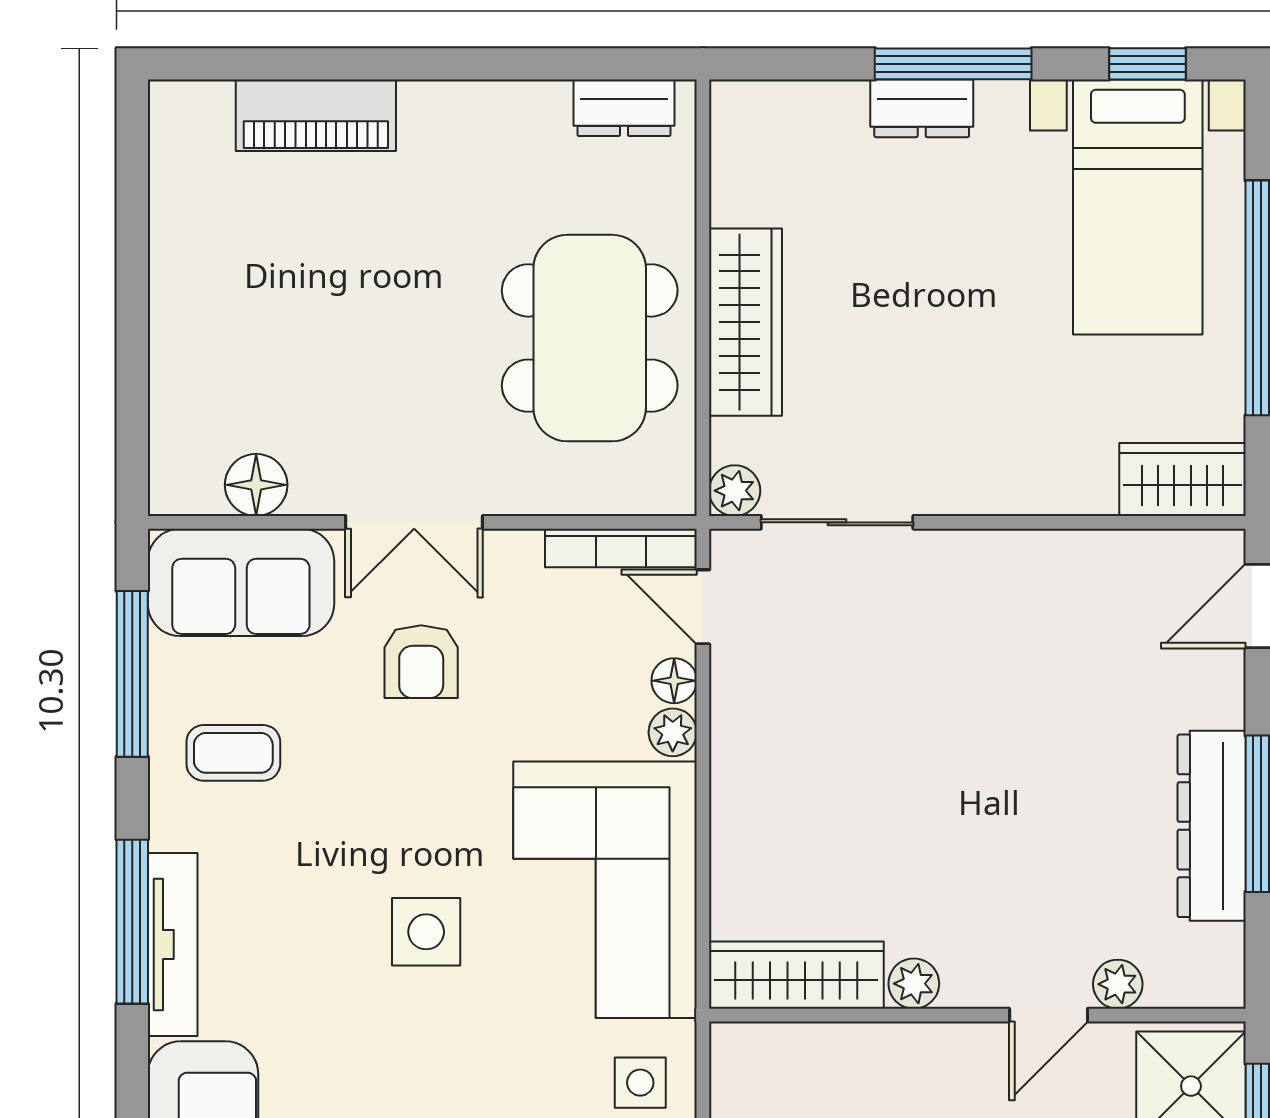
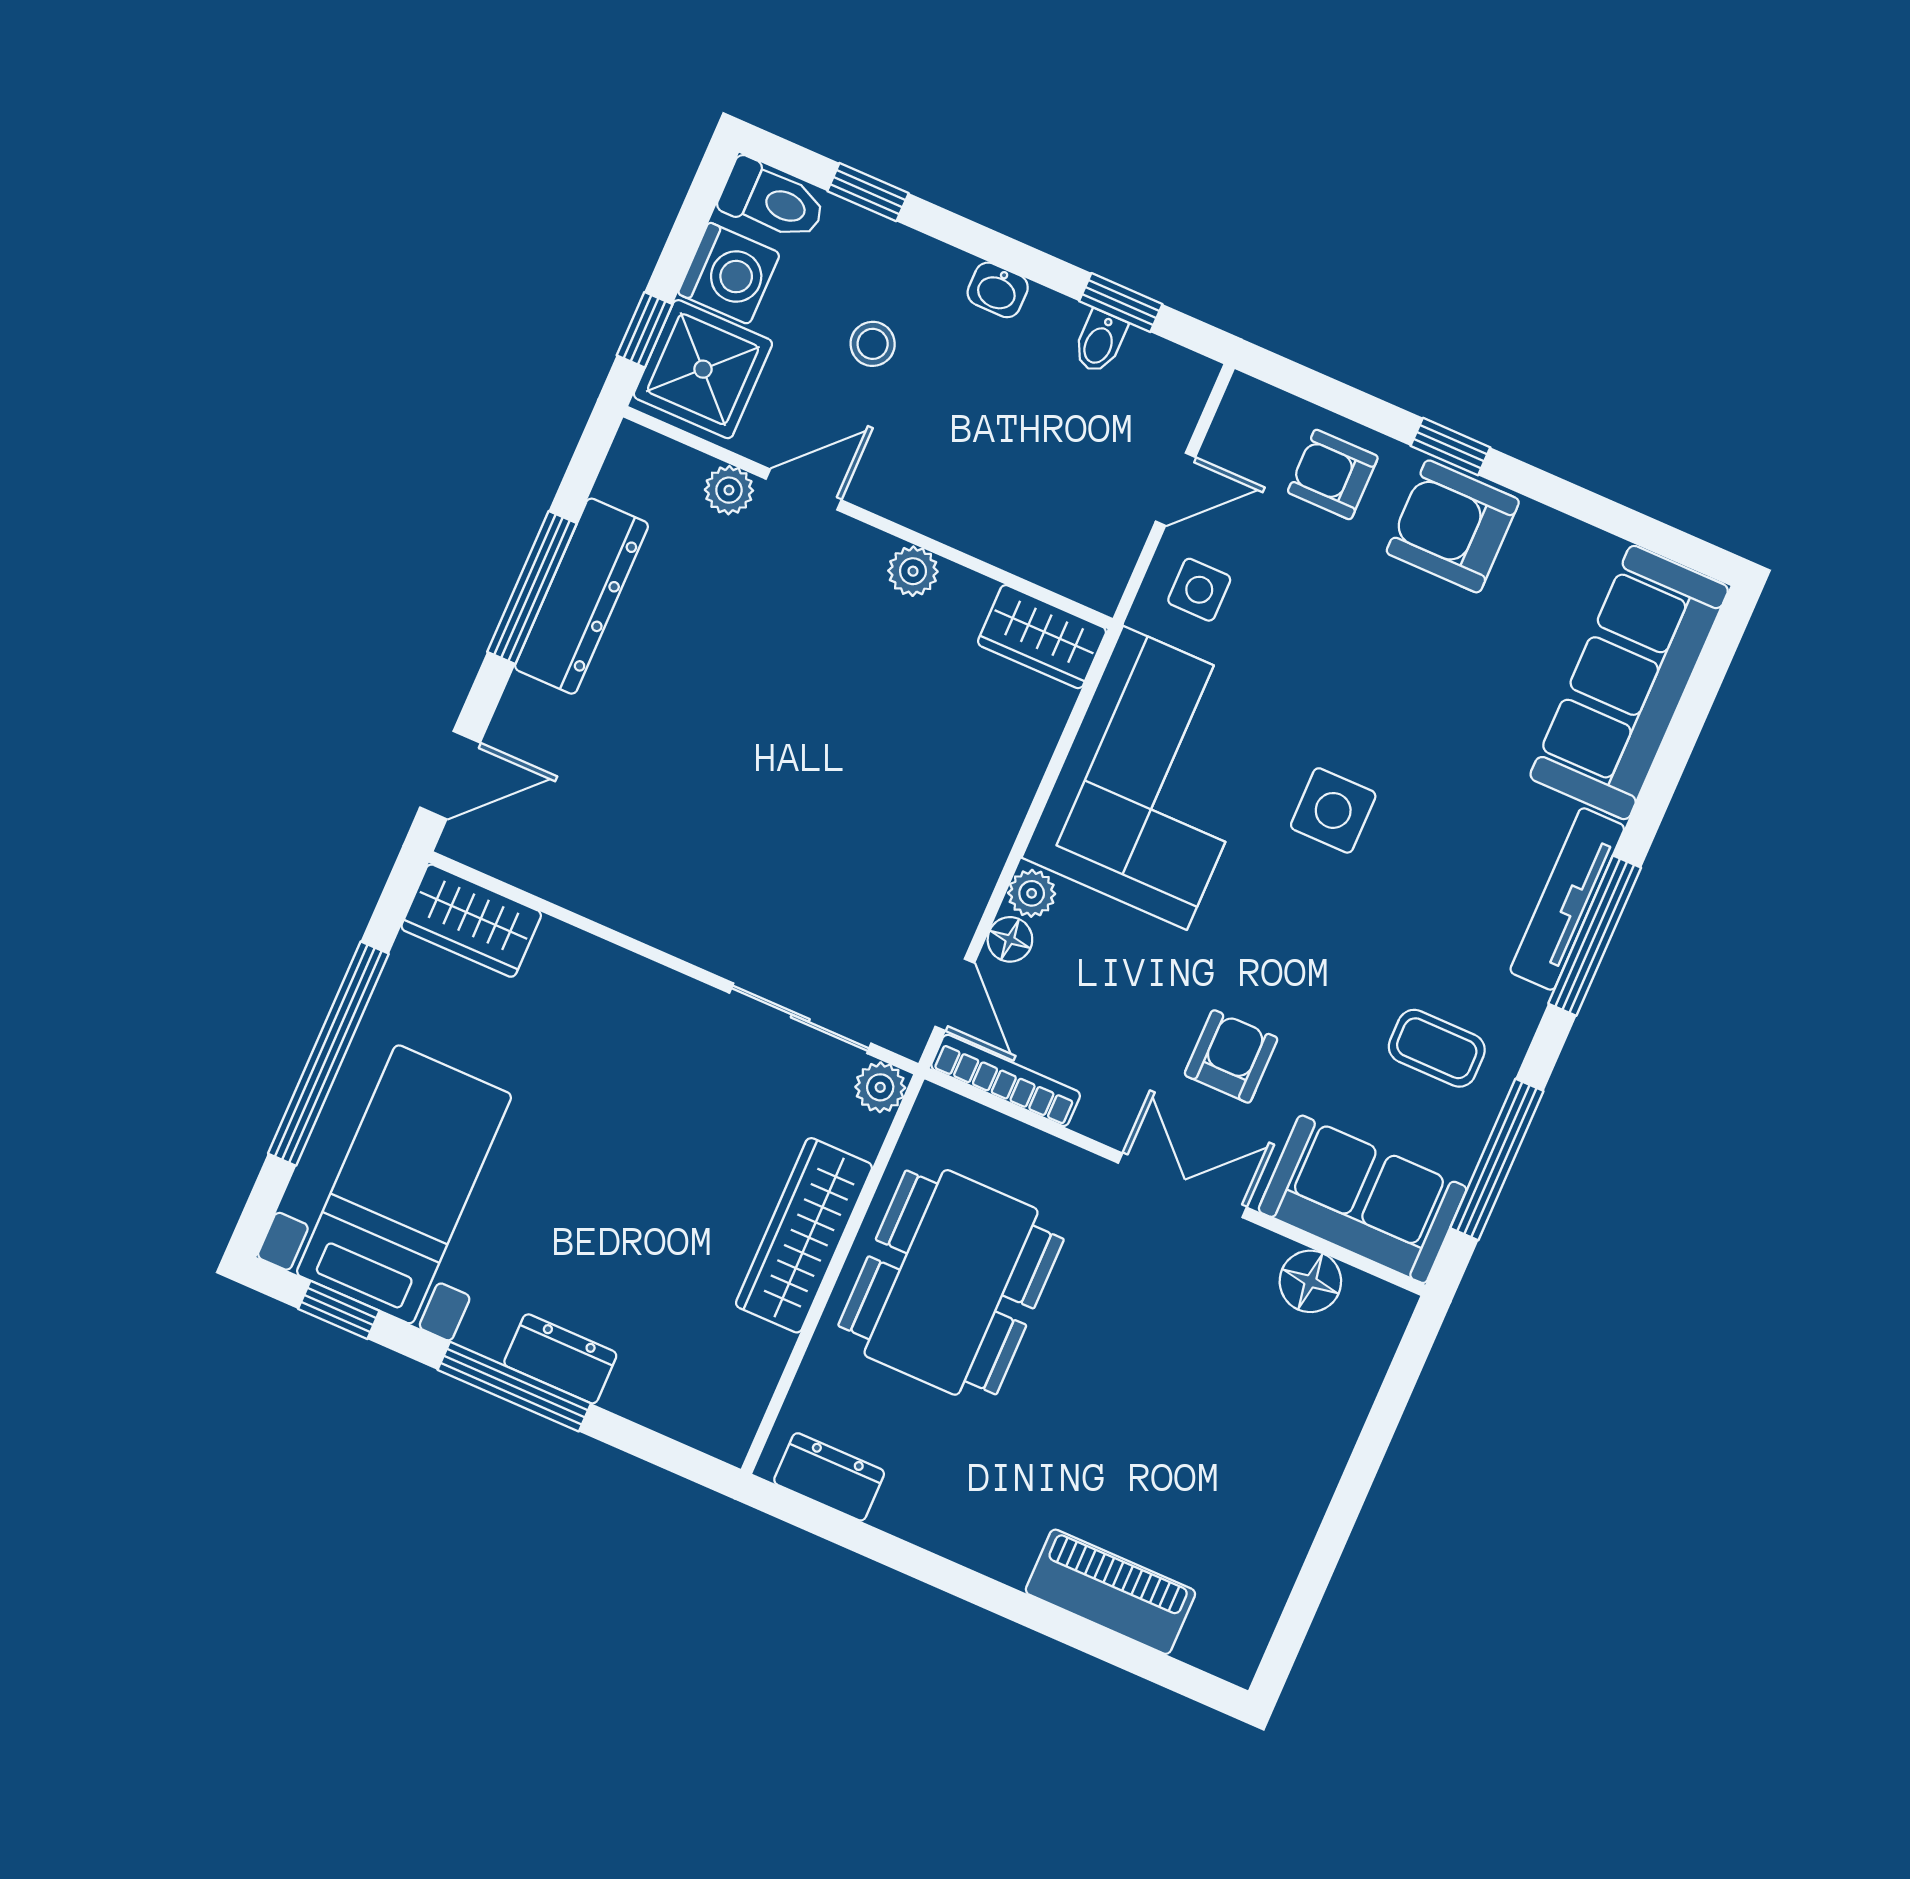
wardrobe: (796, 975) -> (1042, 637), width x0.67

